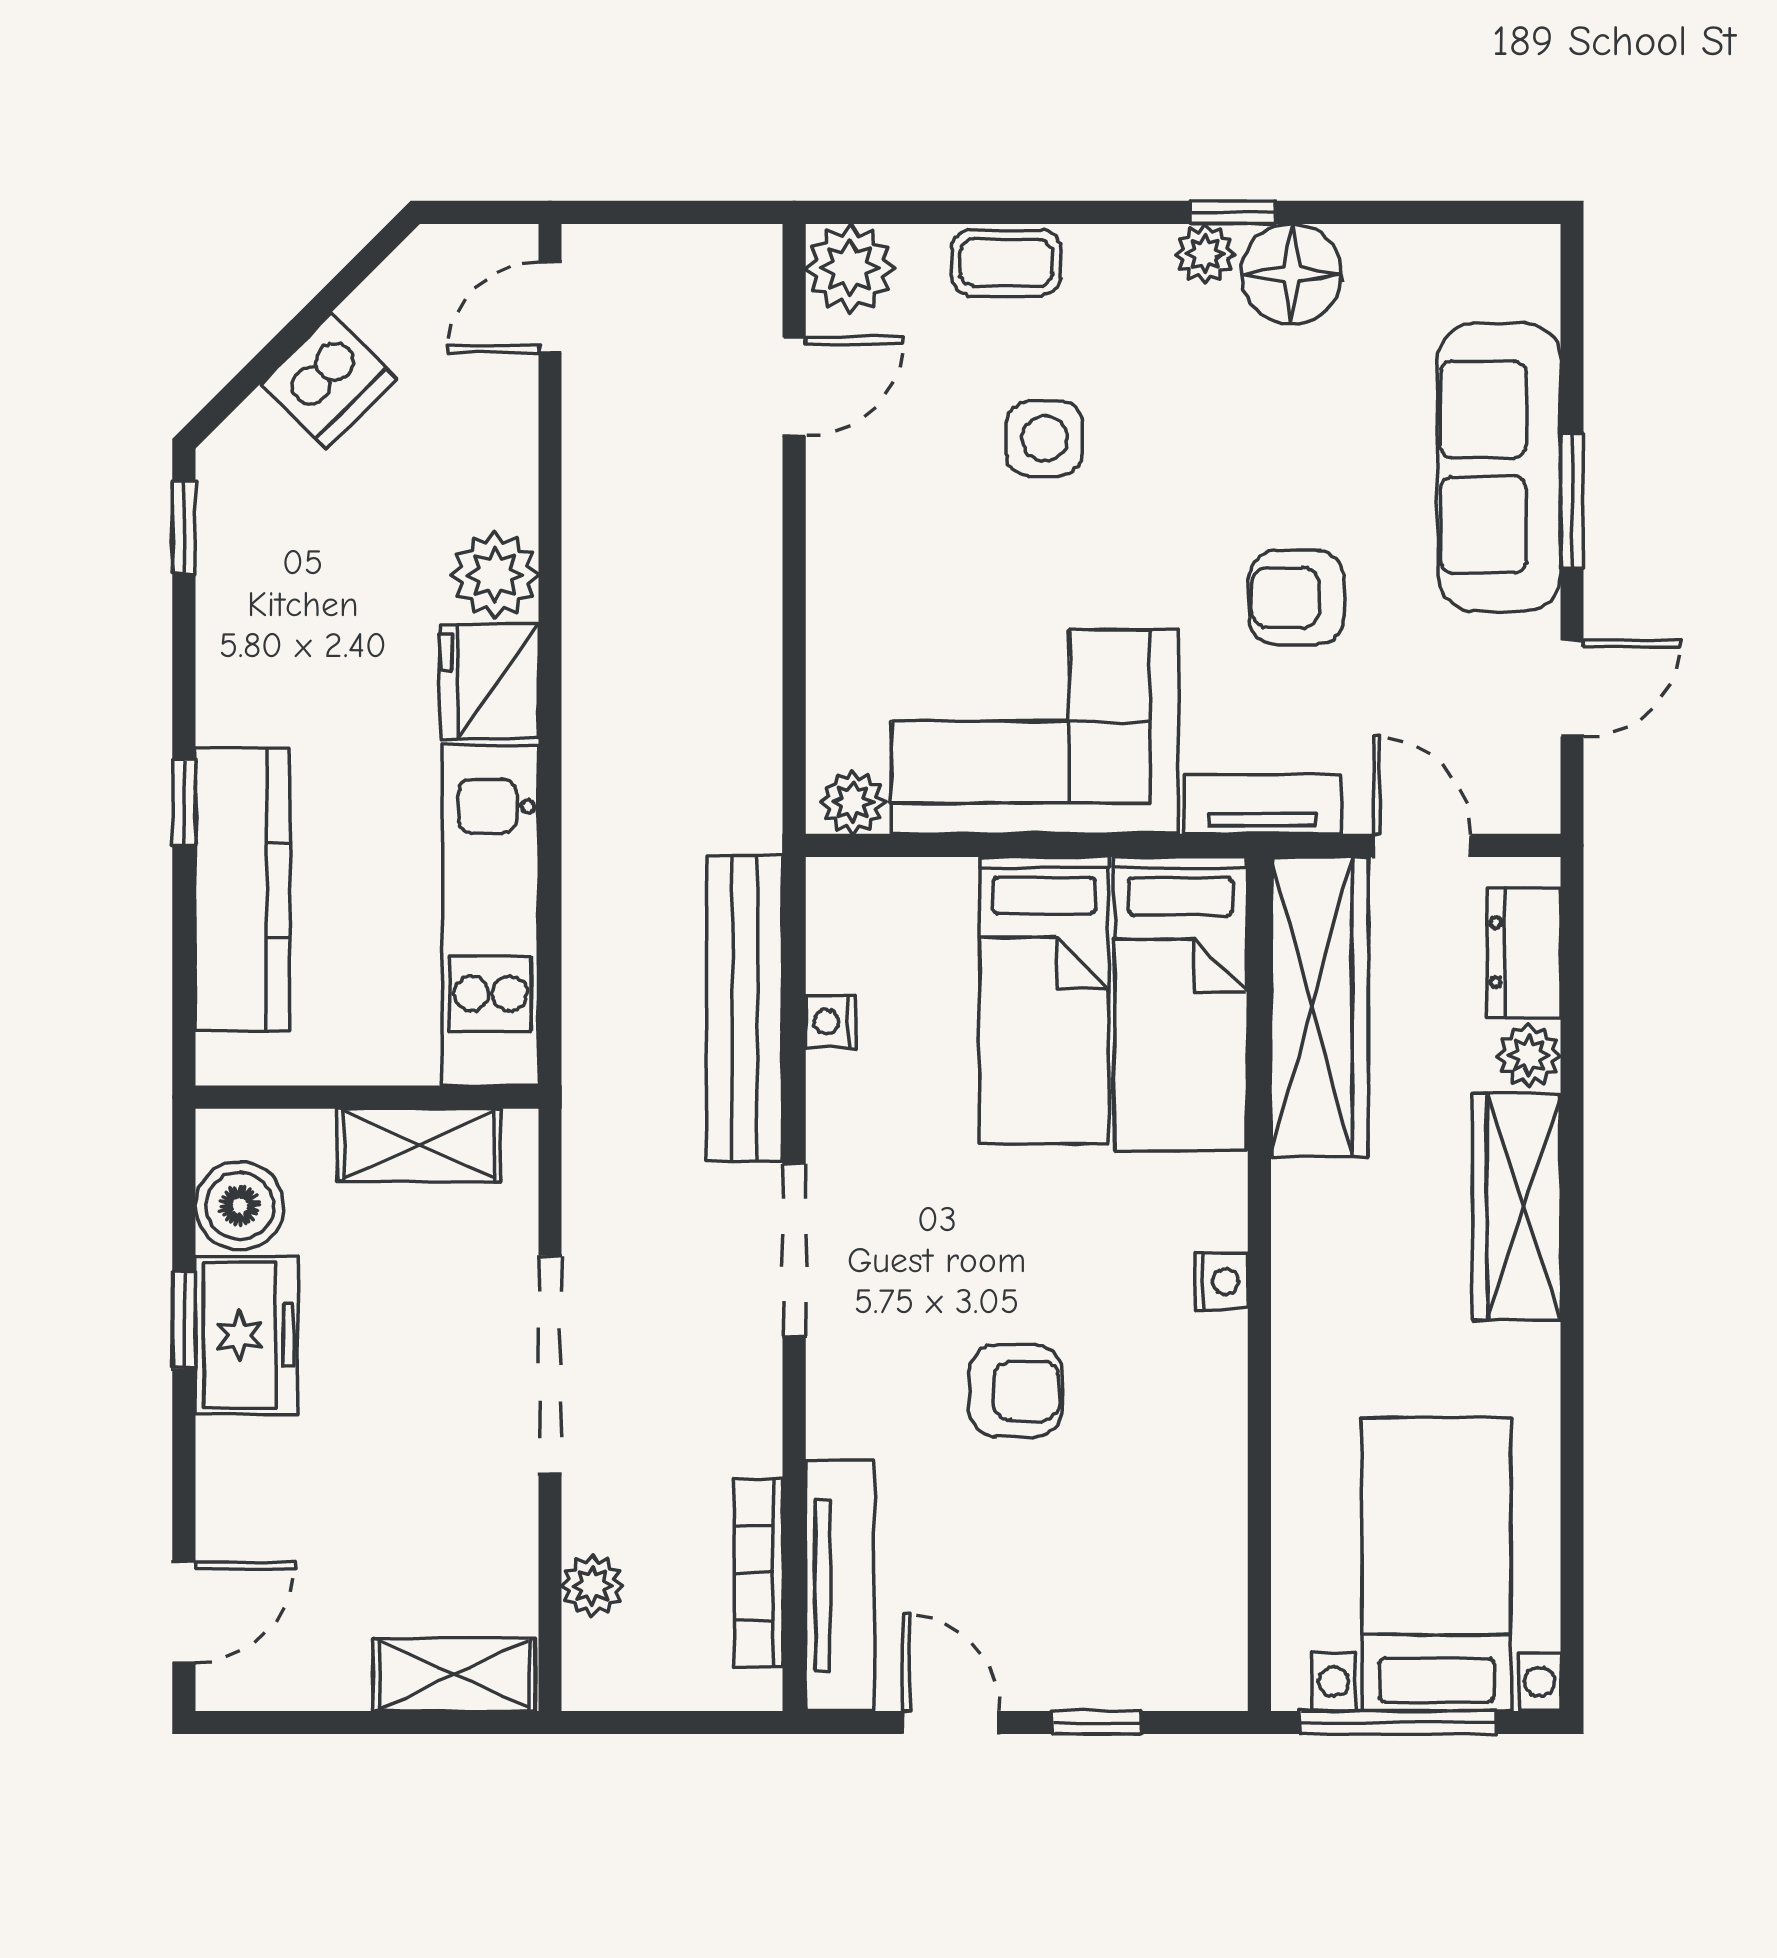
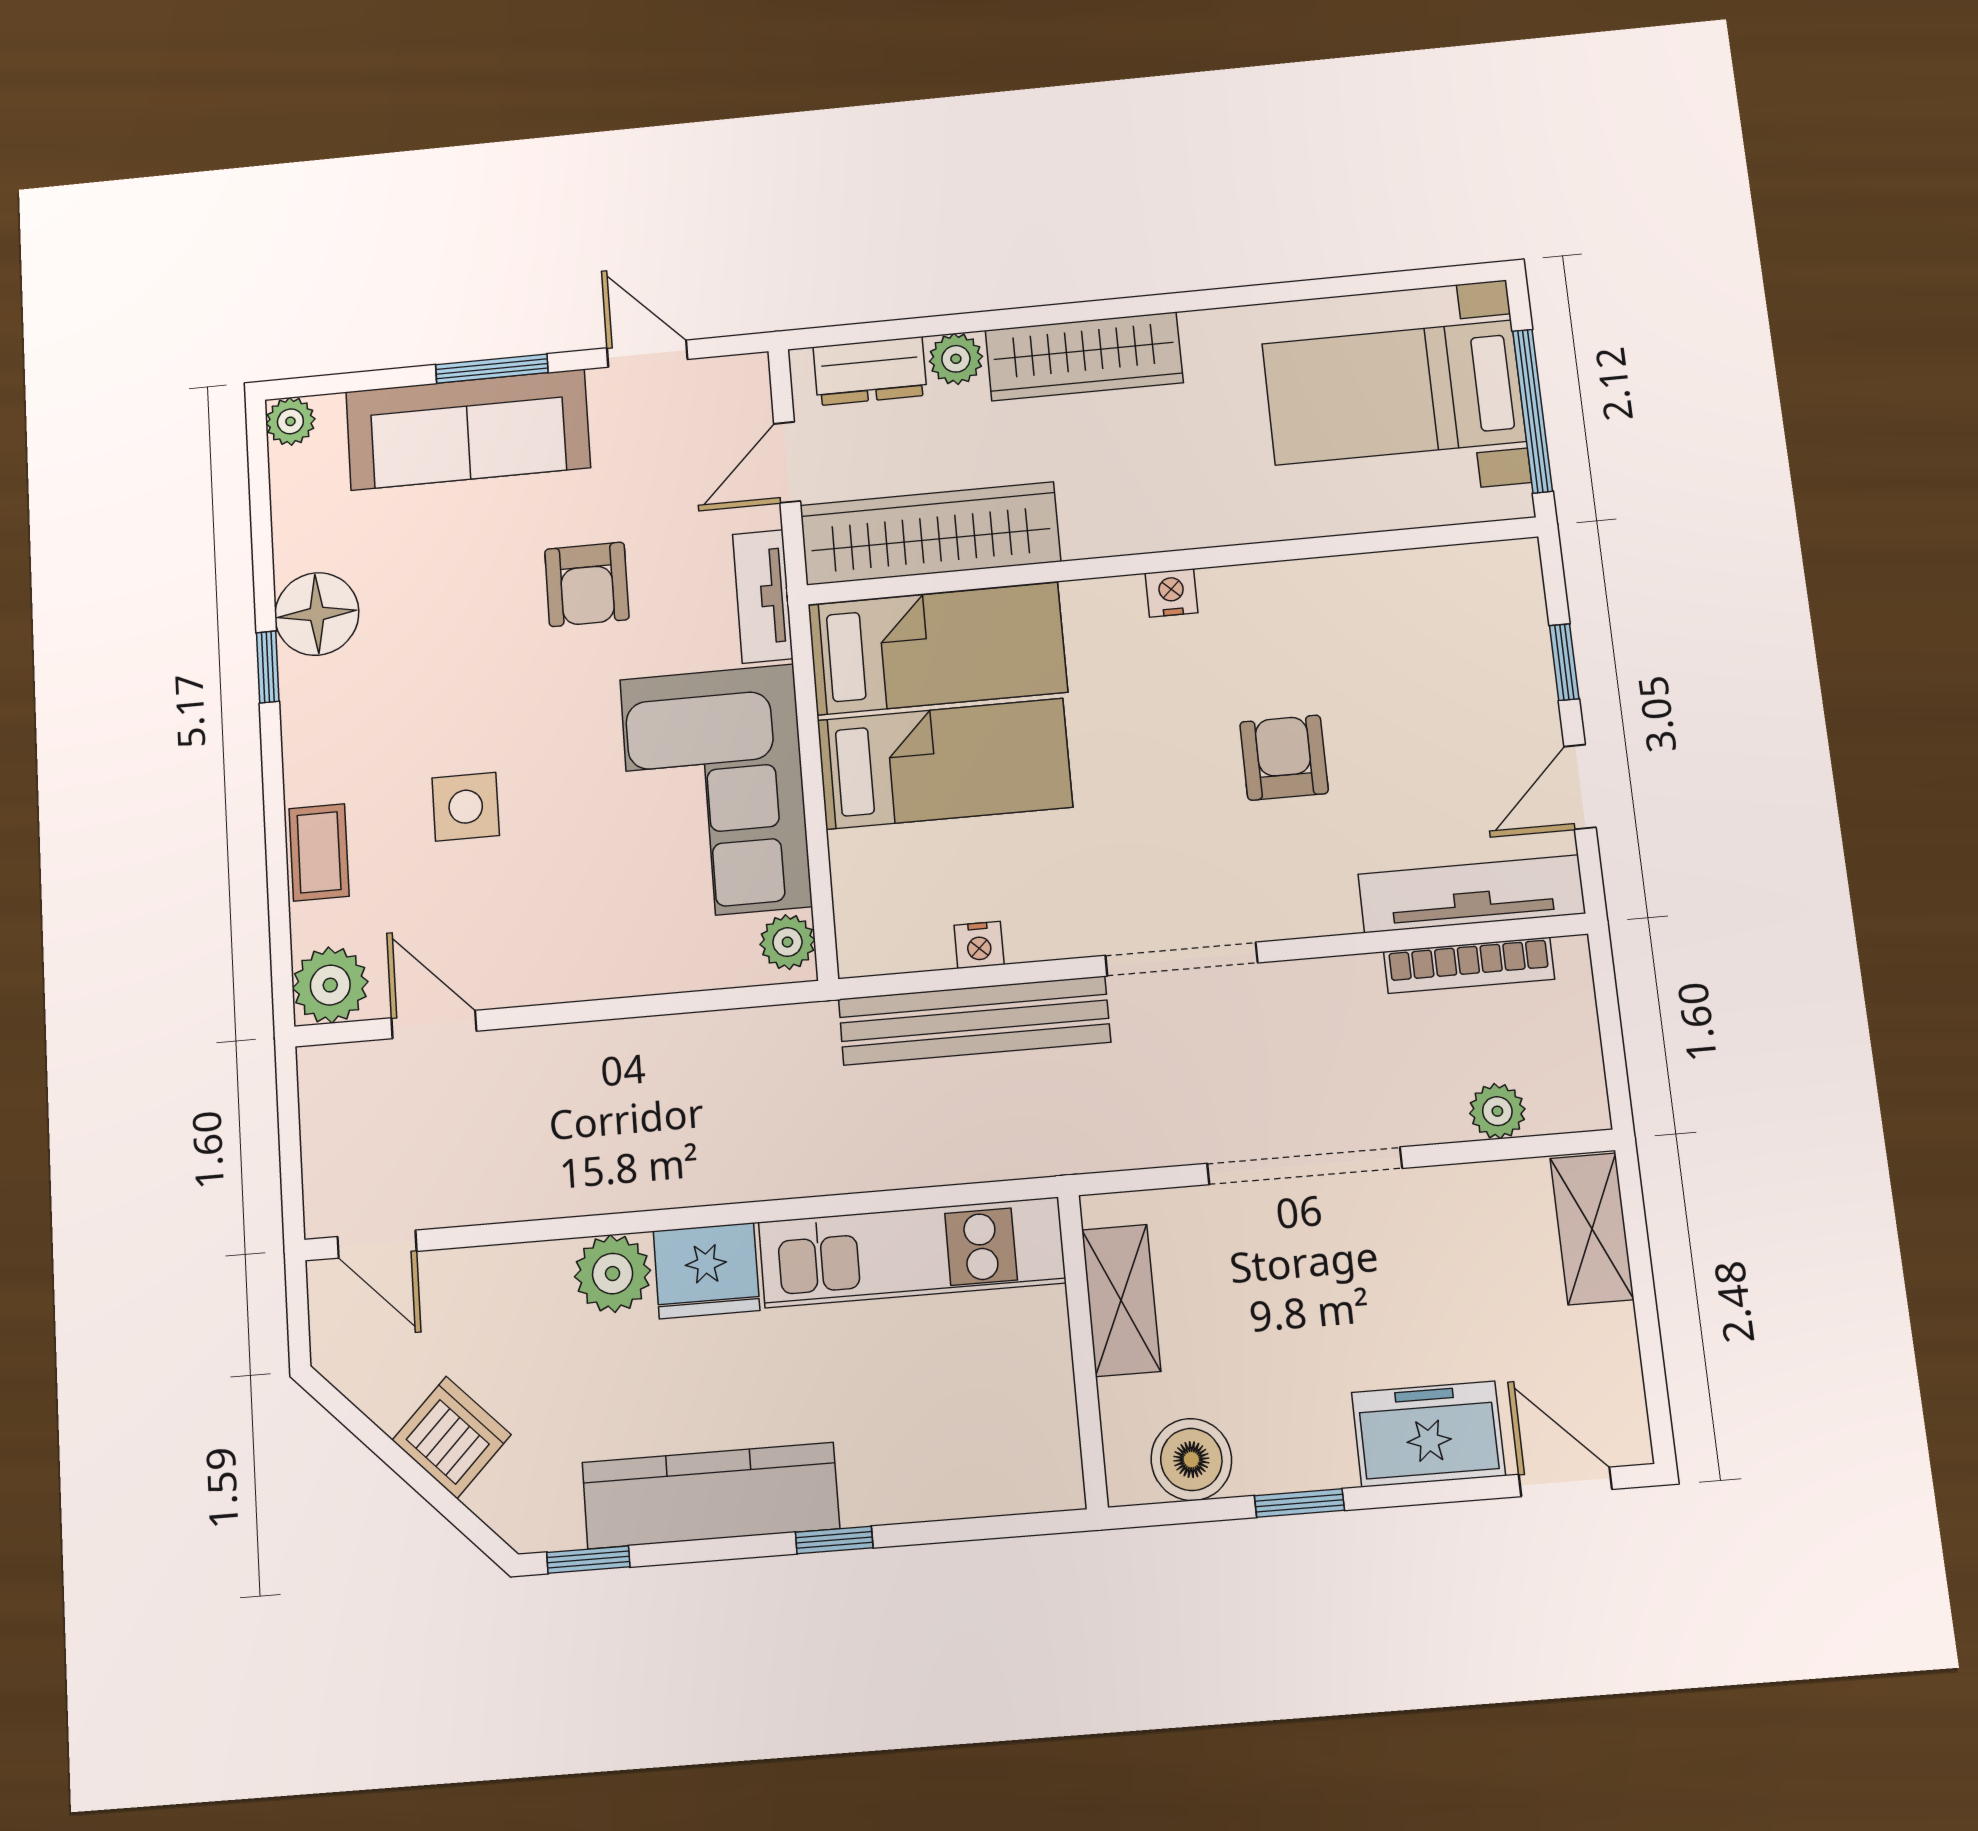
plant: (1205, 254) -> (290, 421), moved
kitchen counter: (243, 889) -> (711, 1496), moved
freezer: (247, 1335) -> (1428, 1434), moved

